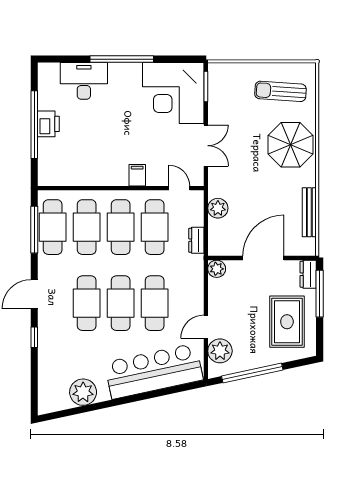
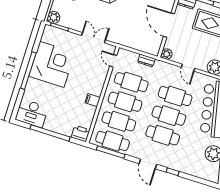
desk: (84, 81) -> (32, 113), moved, turned -90
corner desk: (173, 93) -> (52, 64), moved, turned -90
printer: (48, 124) -> (81, 134), moved
filing cabinet: (137, 175) -> (93, 100), moved
door: (179, 188) -> (113, 61), hinge flipped
plant: (218, 208) -> (54, 17), moved
door: (206, 327) -> (188, 68), moved

